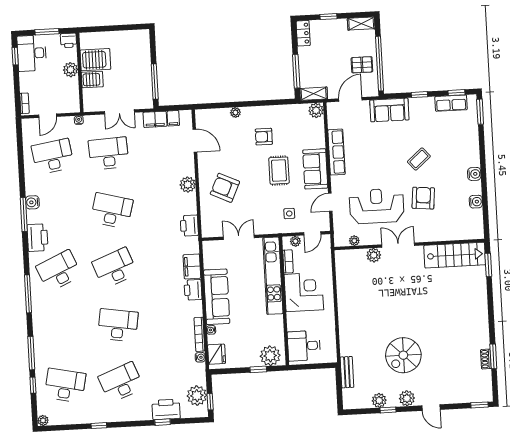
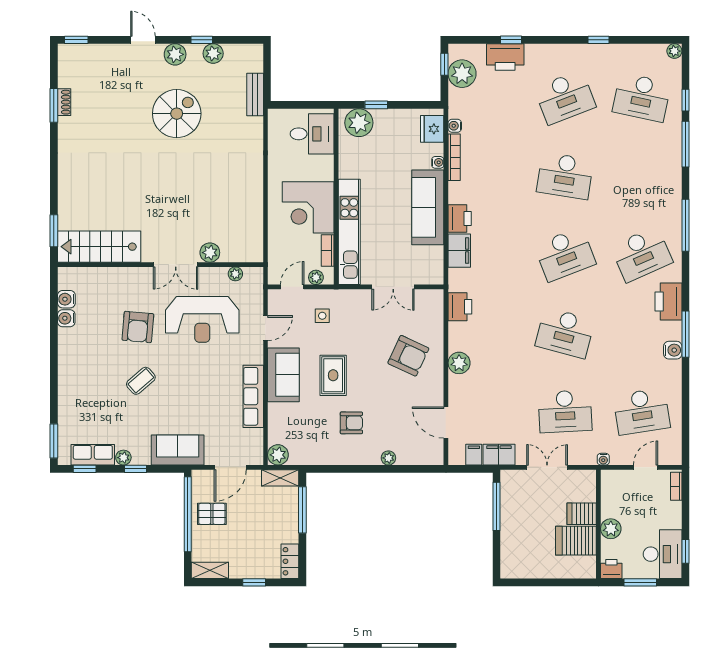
plant: (429, 102) -> (123, 458), added
water cooler: (474, 174) -> (66, 299), moved

